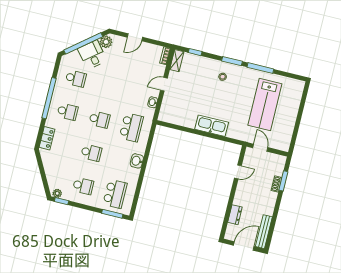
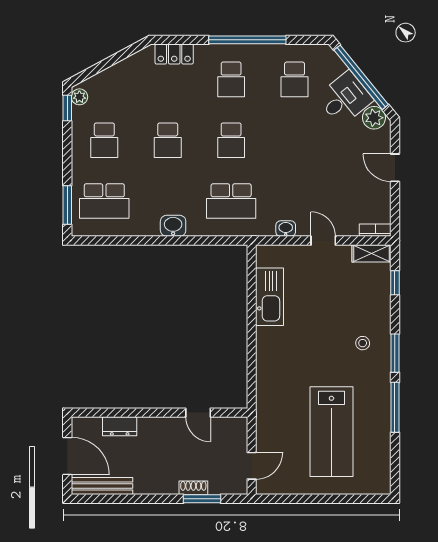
lab bench: (265, 104) -> (331, 432), turned -90
kitchen sink: (212, 126) -> (270, 297), moved
door: (260, 148) -> (252, 466), moved

